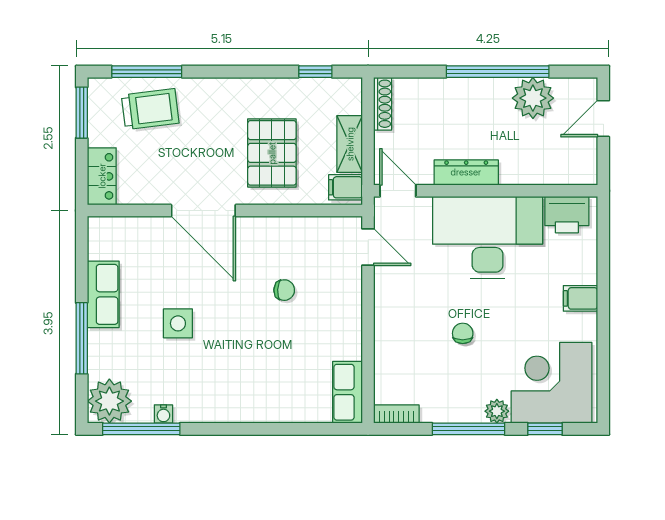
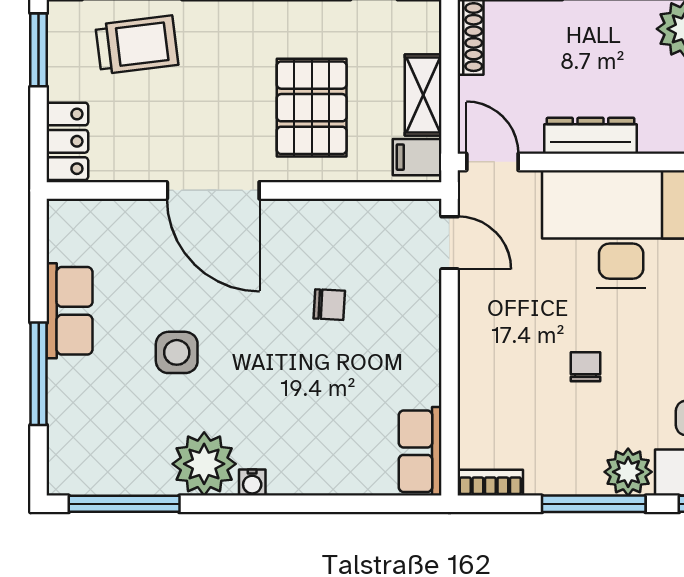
plant: (109, 401) -> (204, 464), moved
plant: (497, 411) -> (628, 472), width x1.38, depth x1.38
water cooler: (163, 414) -> (252, 482), moved

